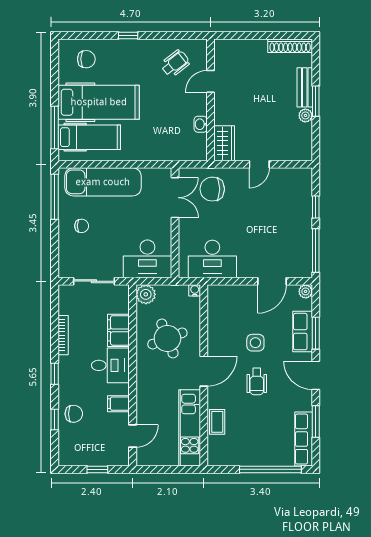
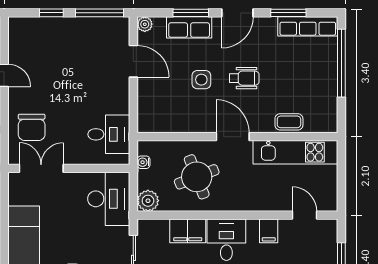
desk: (212, 259) -> (109, 134), width x0.73
water cooler: (195, 290) -> (144, 162), moved

